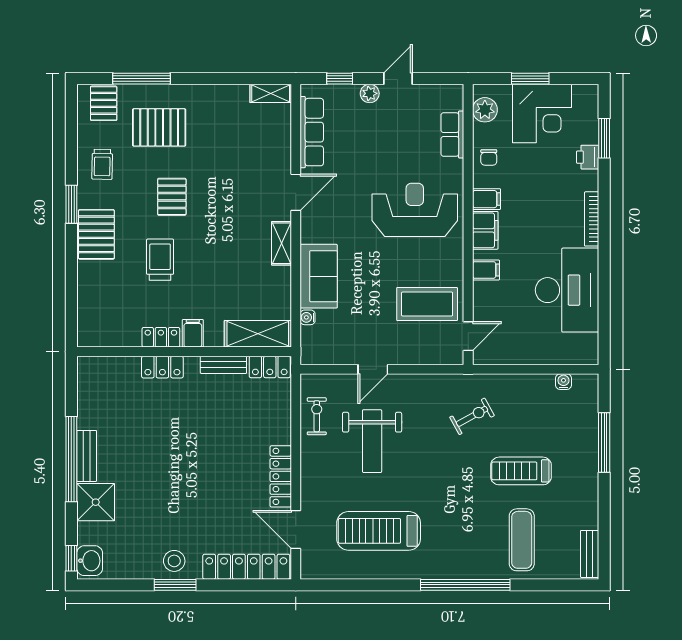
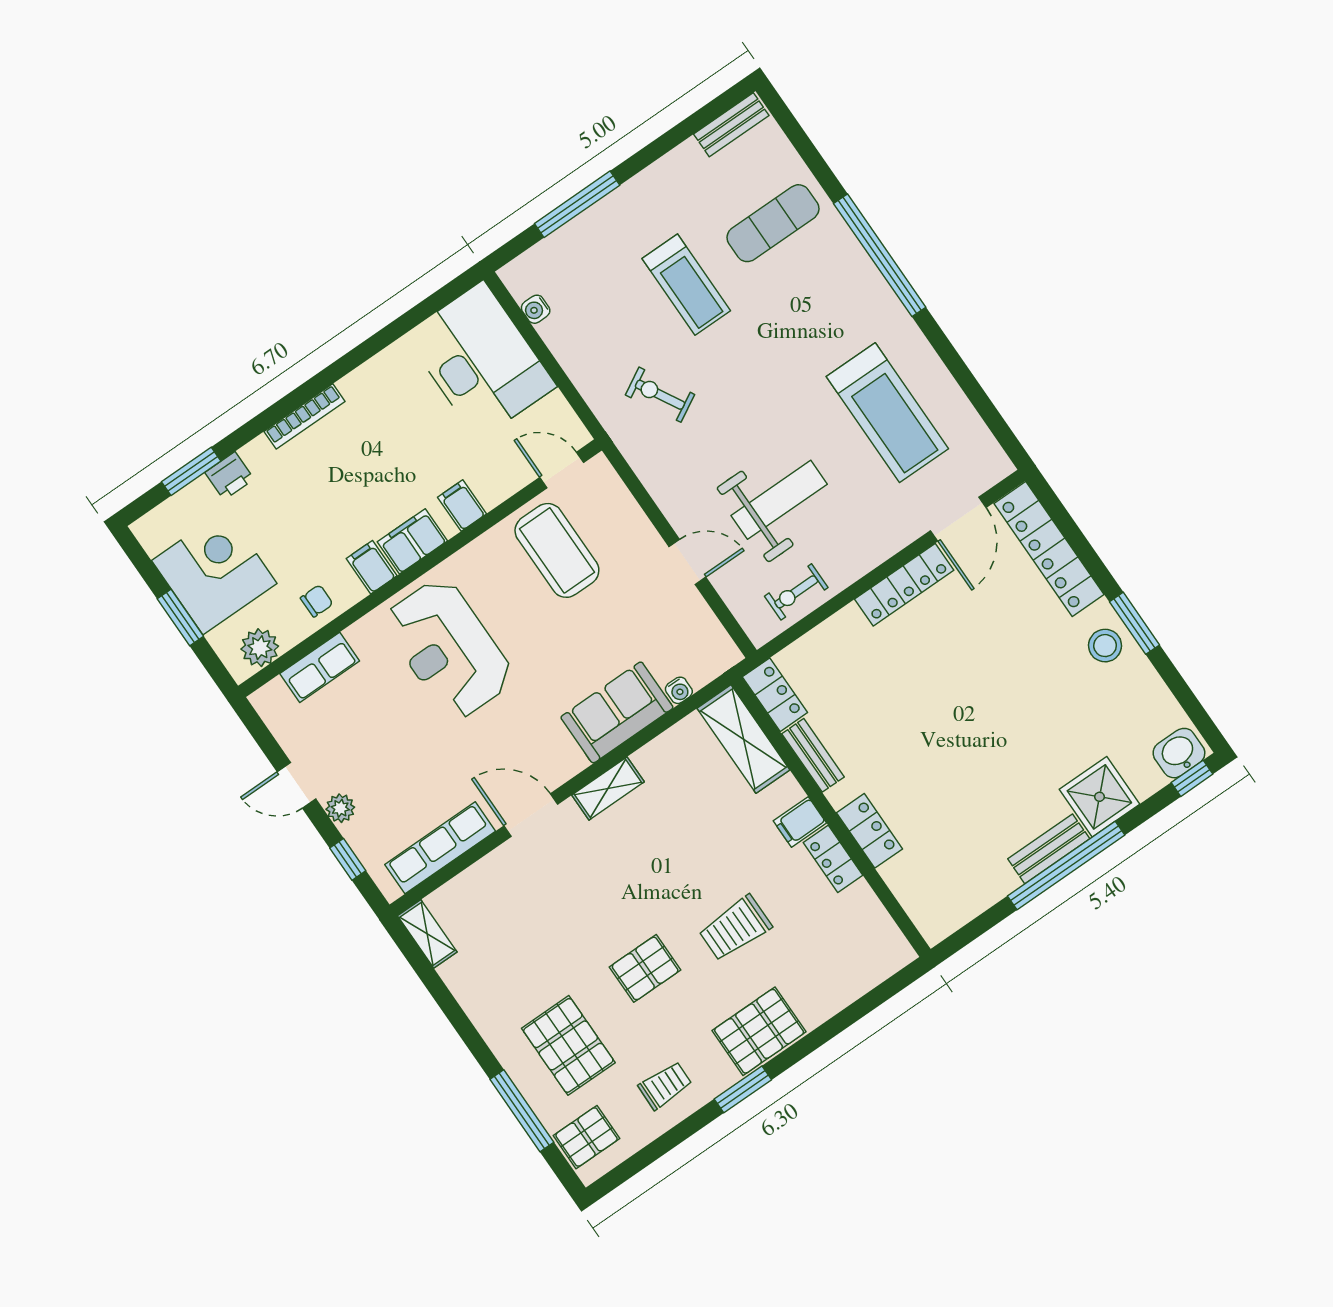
desk: (567, 290) -> (481, 361), moved, turned 90

